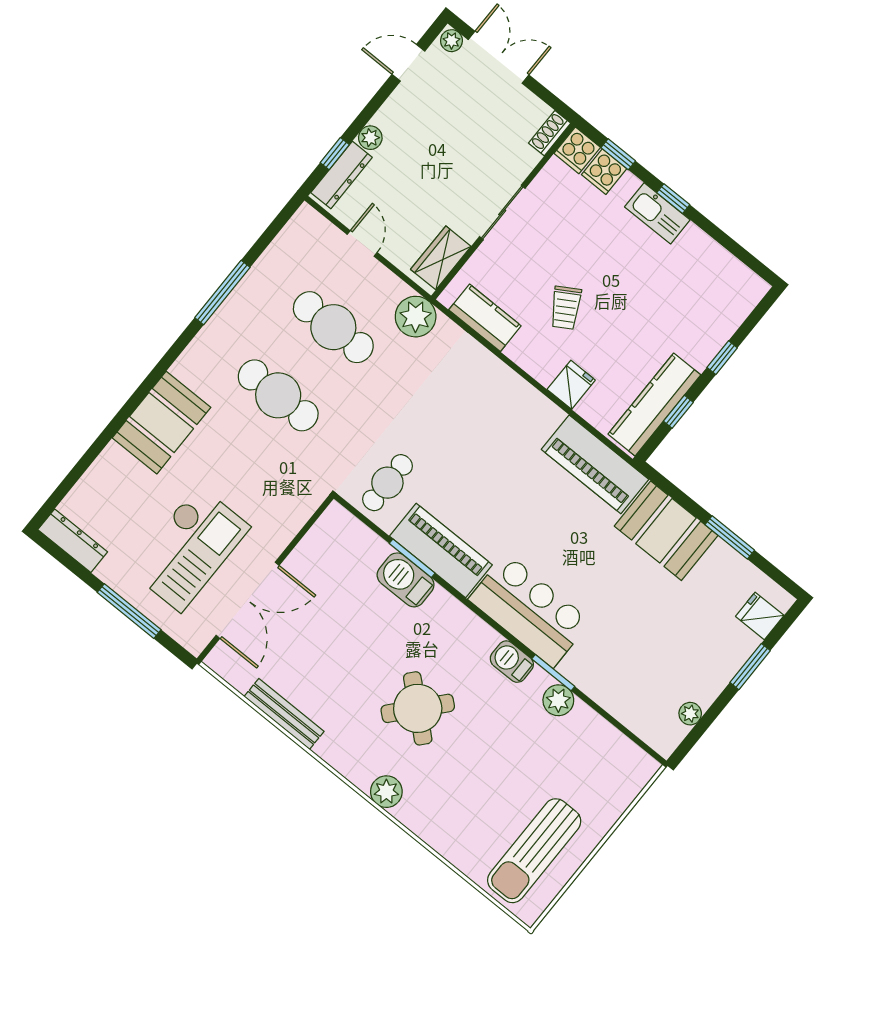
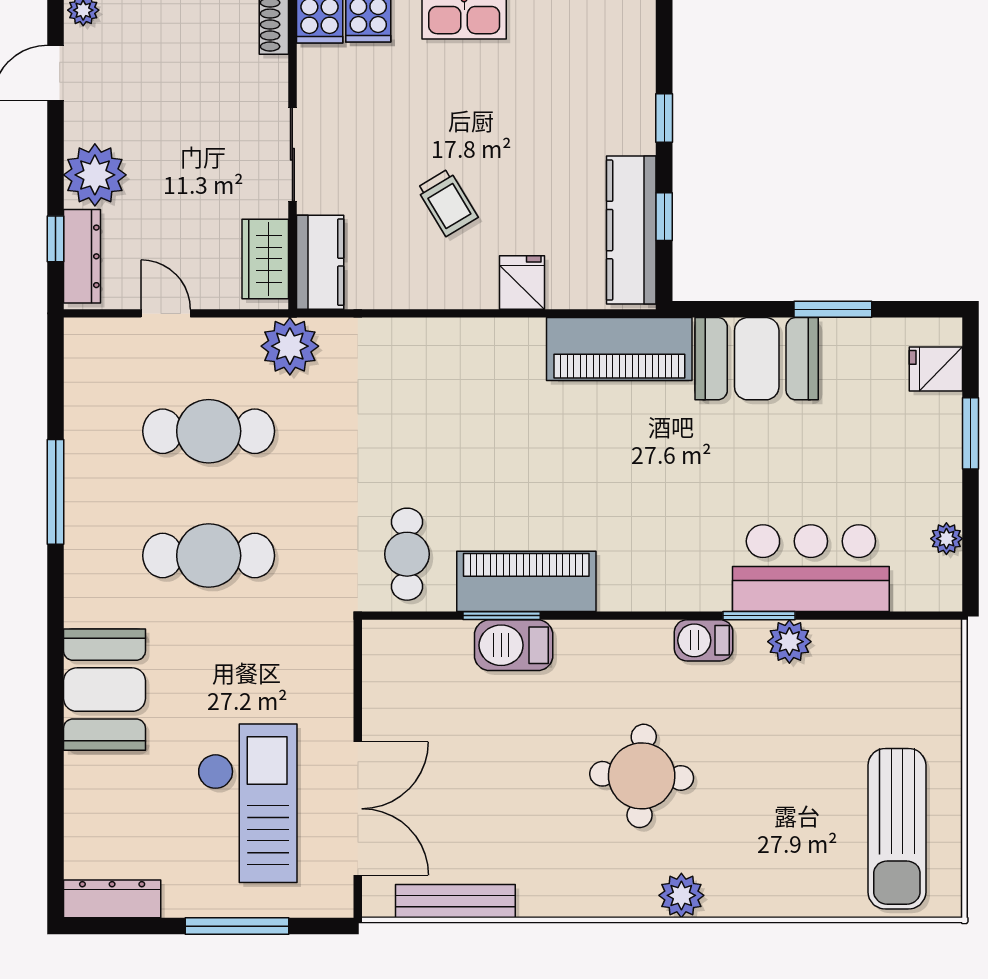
plant: (370, 138) -> (95, 175), width x1.88, depth x1.88
kitchen counter: (485, 318) -> (320, 262), moved, turned 90
bar counter: (530, 610) -> (811, 568), moved
round table: (418, 708) -> (642, 776), turned -38
bench: (284, 714) -> (455, 901), moved

